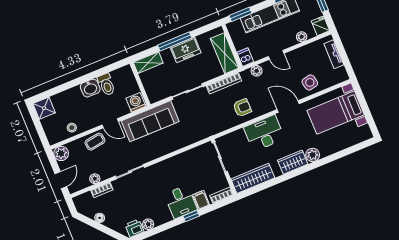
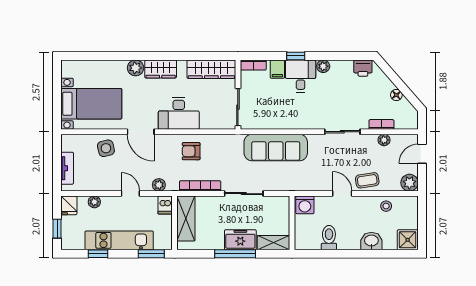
freezer: (186, 50) -> (240, 240), moved
washbasin: (90, 88) -> (371, 241), moved
sofa: (150, 121) -> (276, 147), moved, turned 180
plant: (148, 224) -> (323, 66), moved

